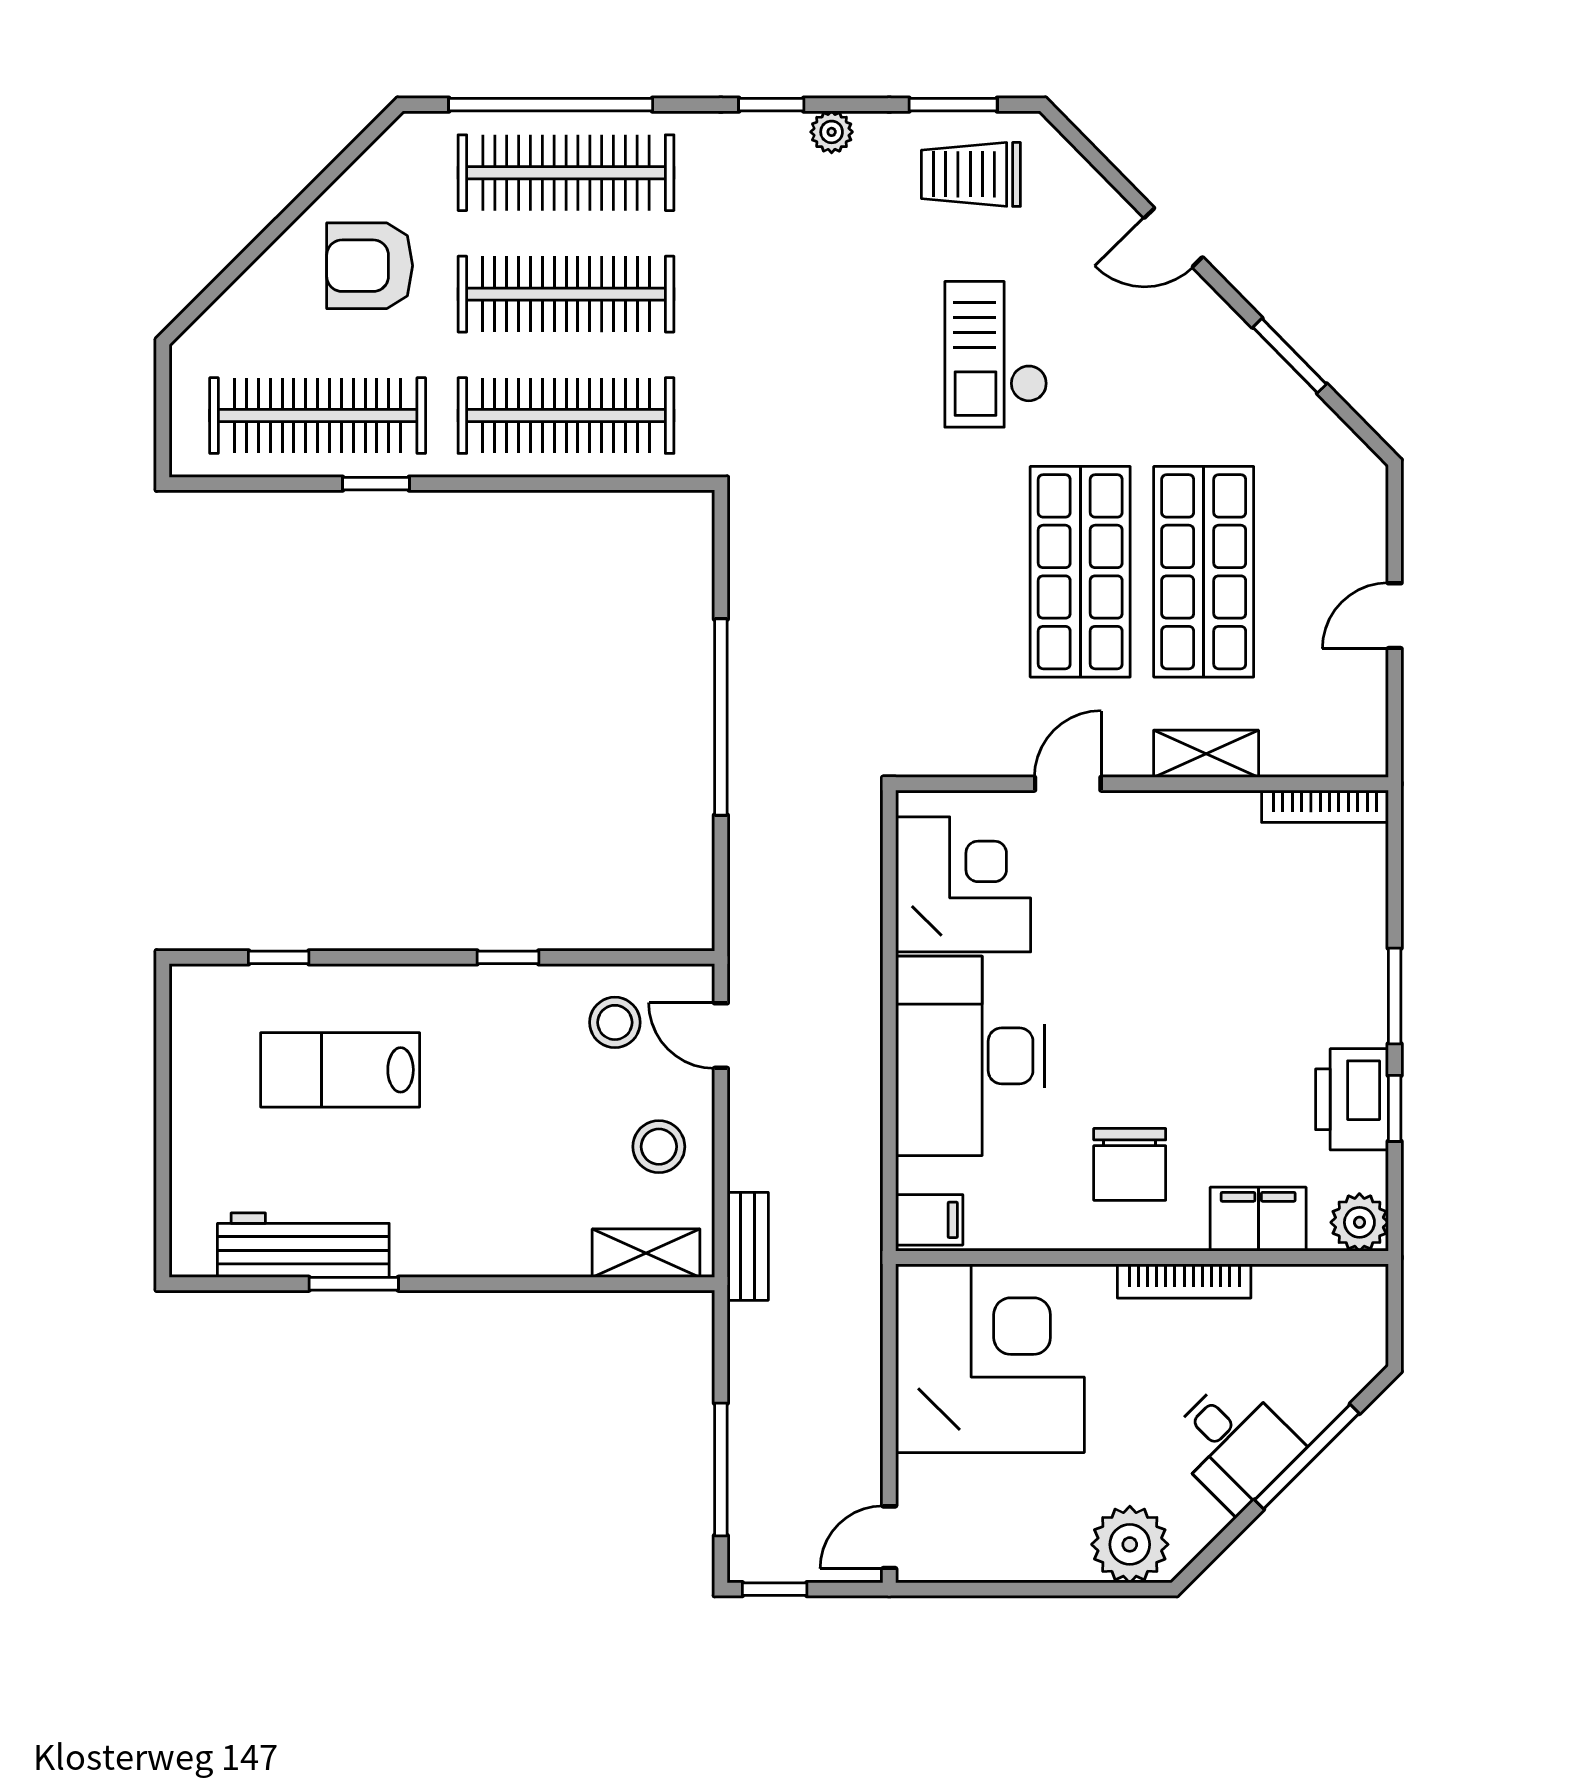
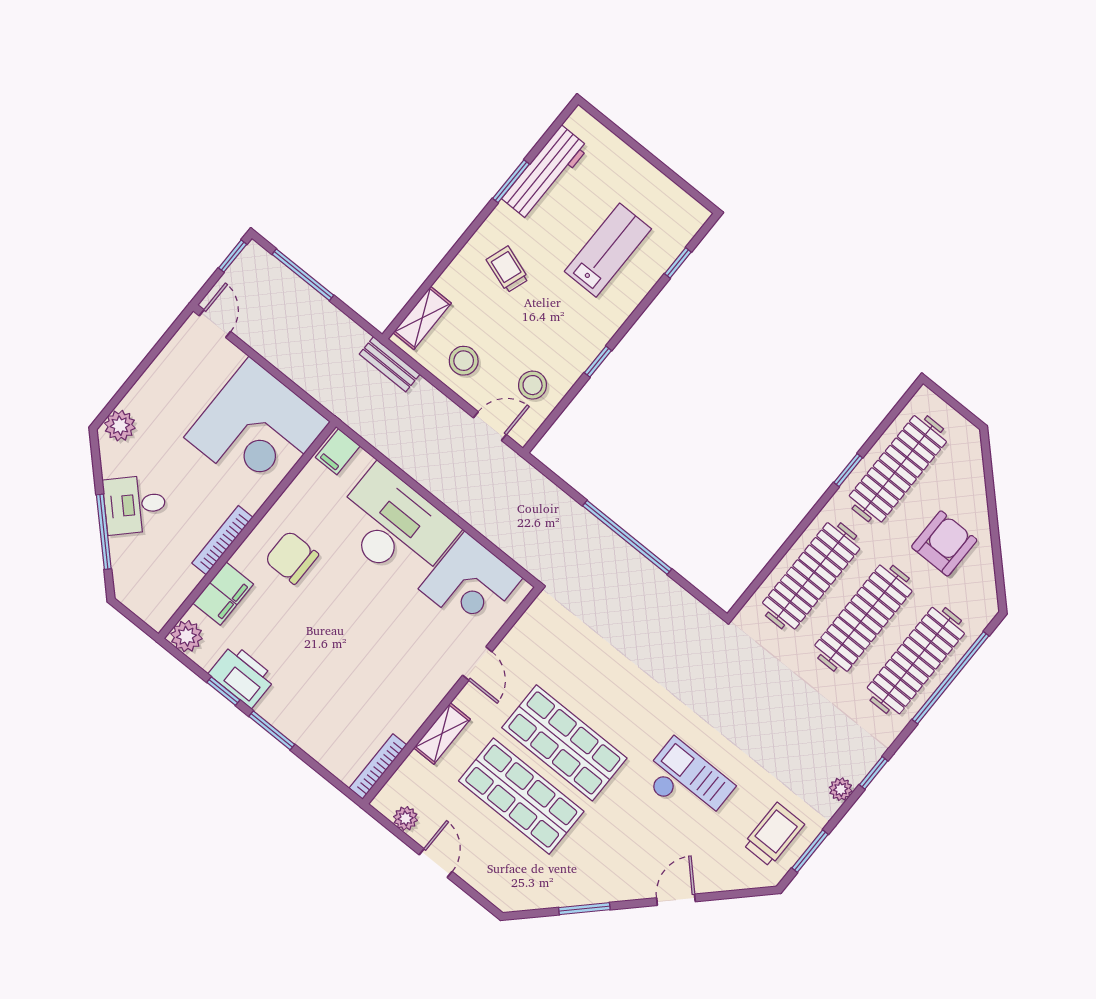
plant: (1366, 709) -> (406, 818), added
trolley: (481, 1189) -> (508, 269), added
plant: (1130, 1544) -> (120, 426), width x0.73, depth x0.73

